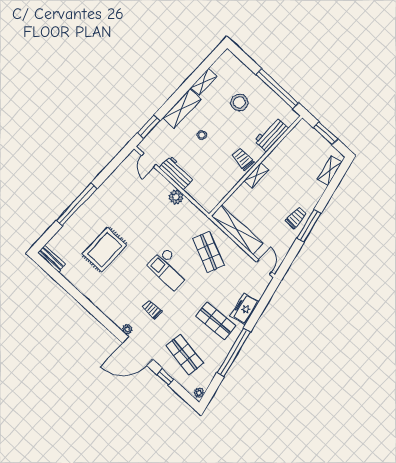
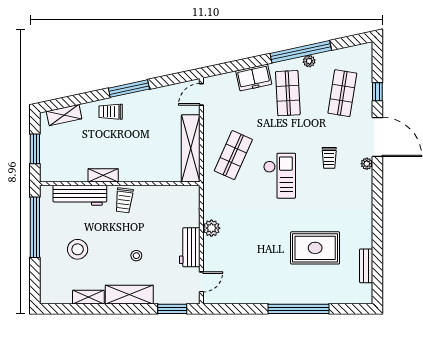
workbench: (271, 135) -> (80, 195), width x1.38
shelving: (256, 175) -> (103, 175), moved
trolley: (296, 217) -> (111, 112), moved
bench: (52, 259) -> (366, 266), moved
plant: (199, 393) -> (309, 61), moved

